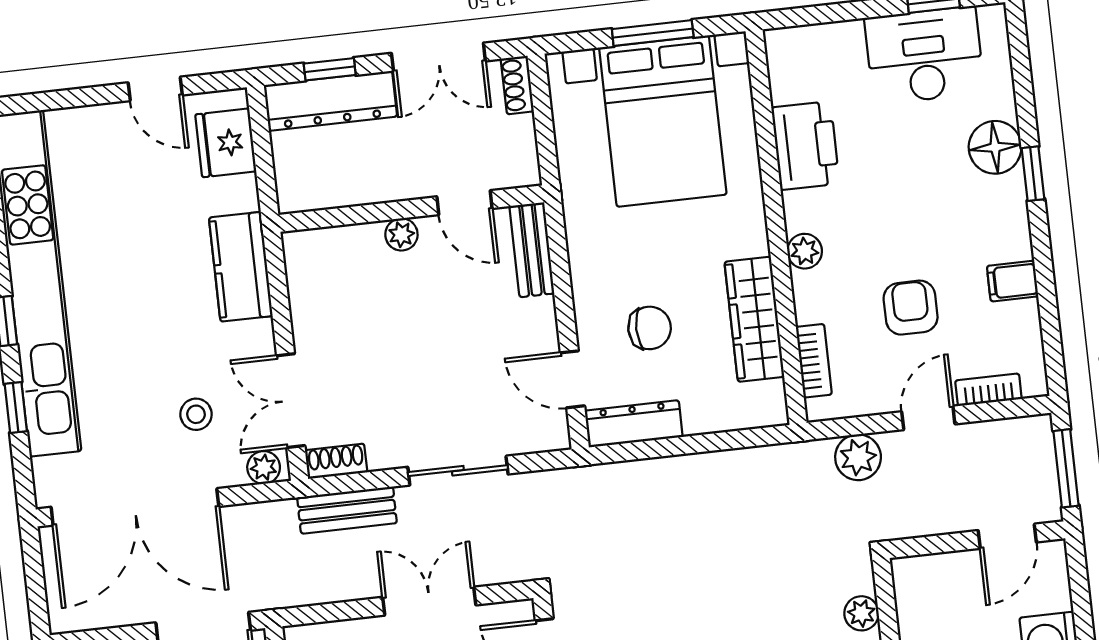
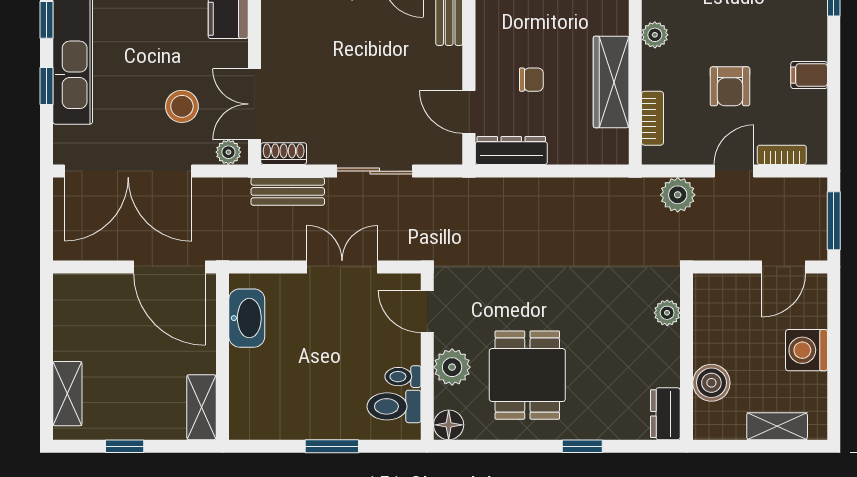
armchair: (911, 308) -> (730, 86), turned 180
chair: (650, 328) -> (531, 80), width x0.73, depth x0.73
stool: (196, 414) -> (182, 106), width x1.37, depth x1.37

